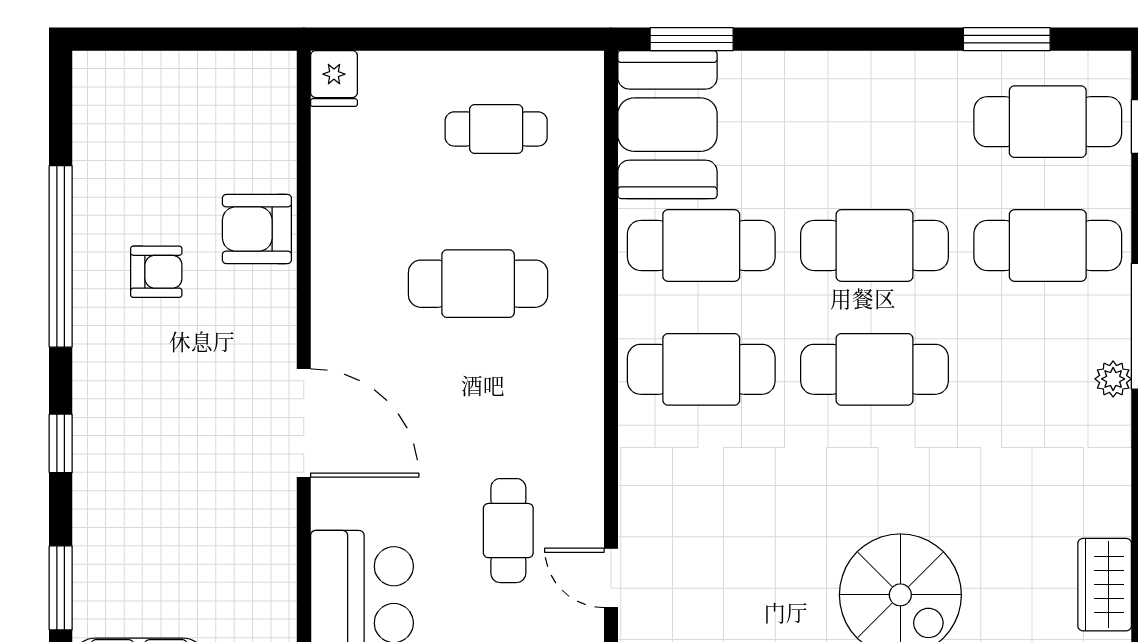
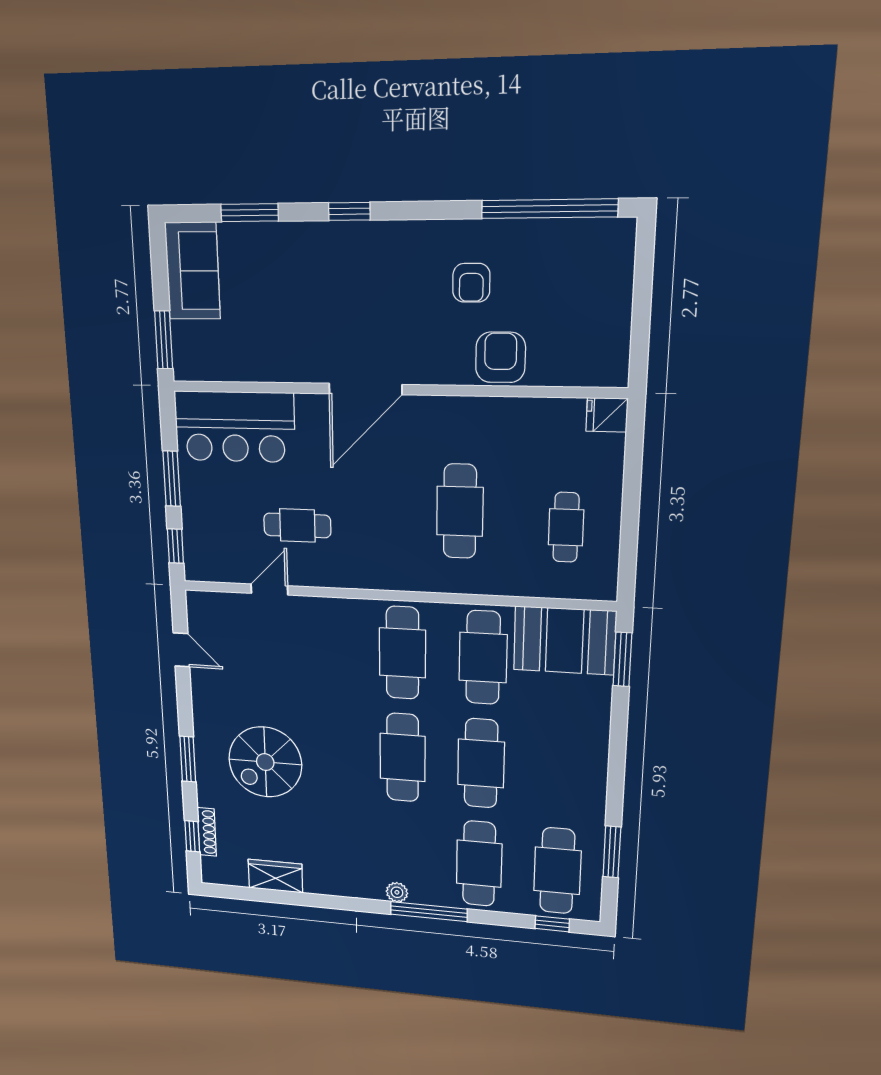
window: (61, 256) -> (549, 209), moved

